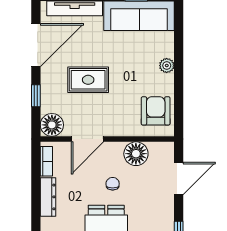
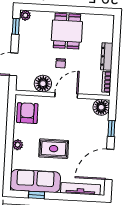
rug: (88, 80) -> (54, 149), moved
armchair: (156, 111) -> (27, 113), turned 180
door: (88, 139) -> (66, 95), moved

